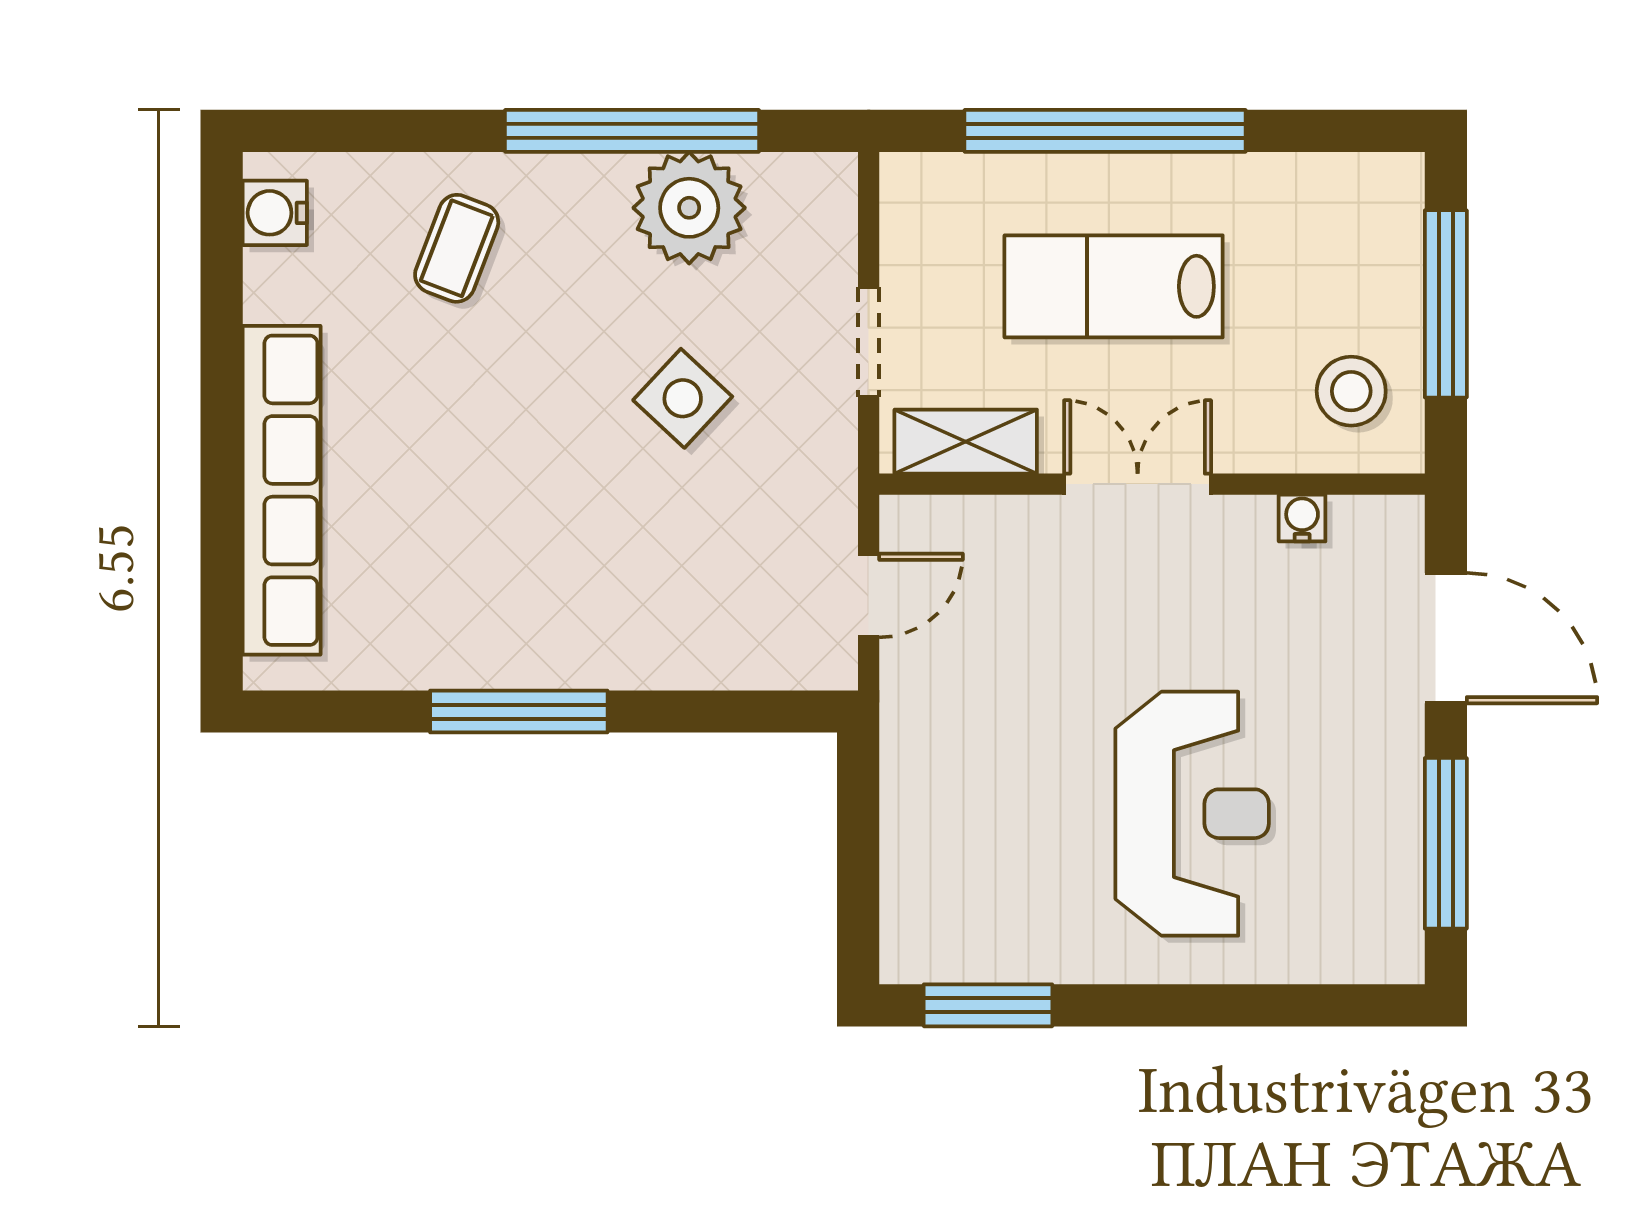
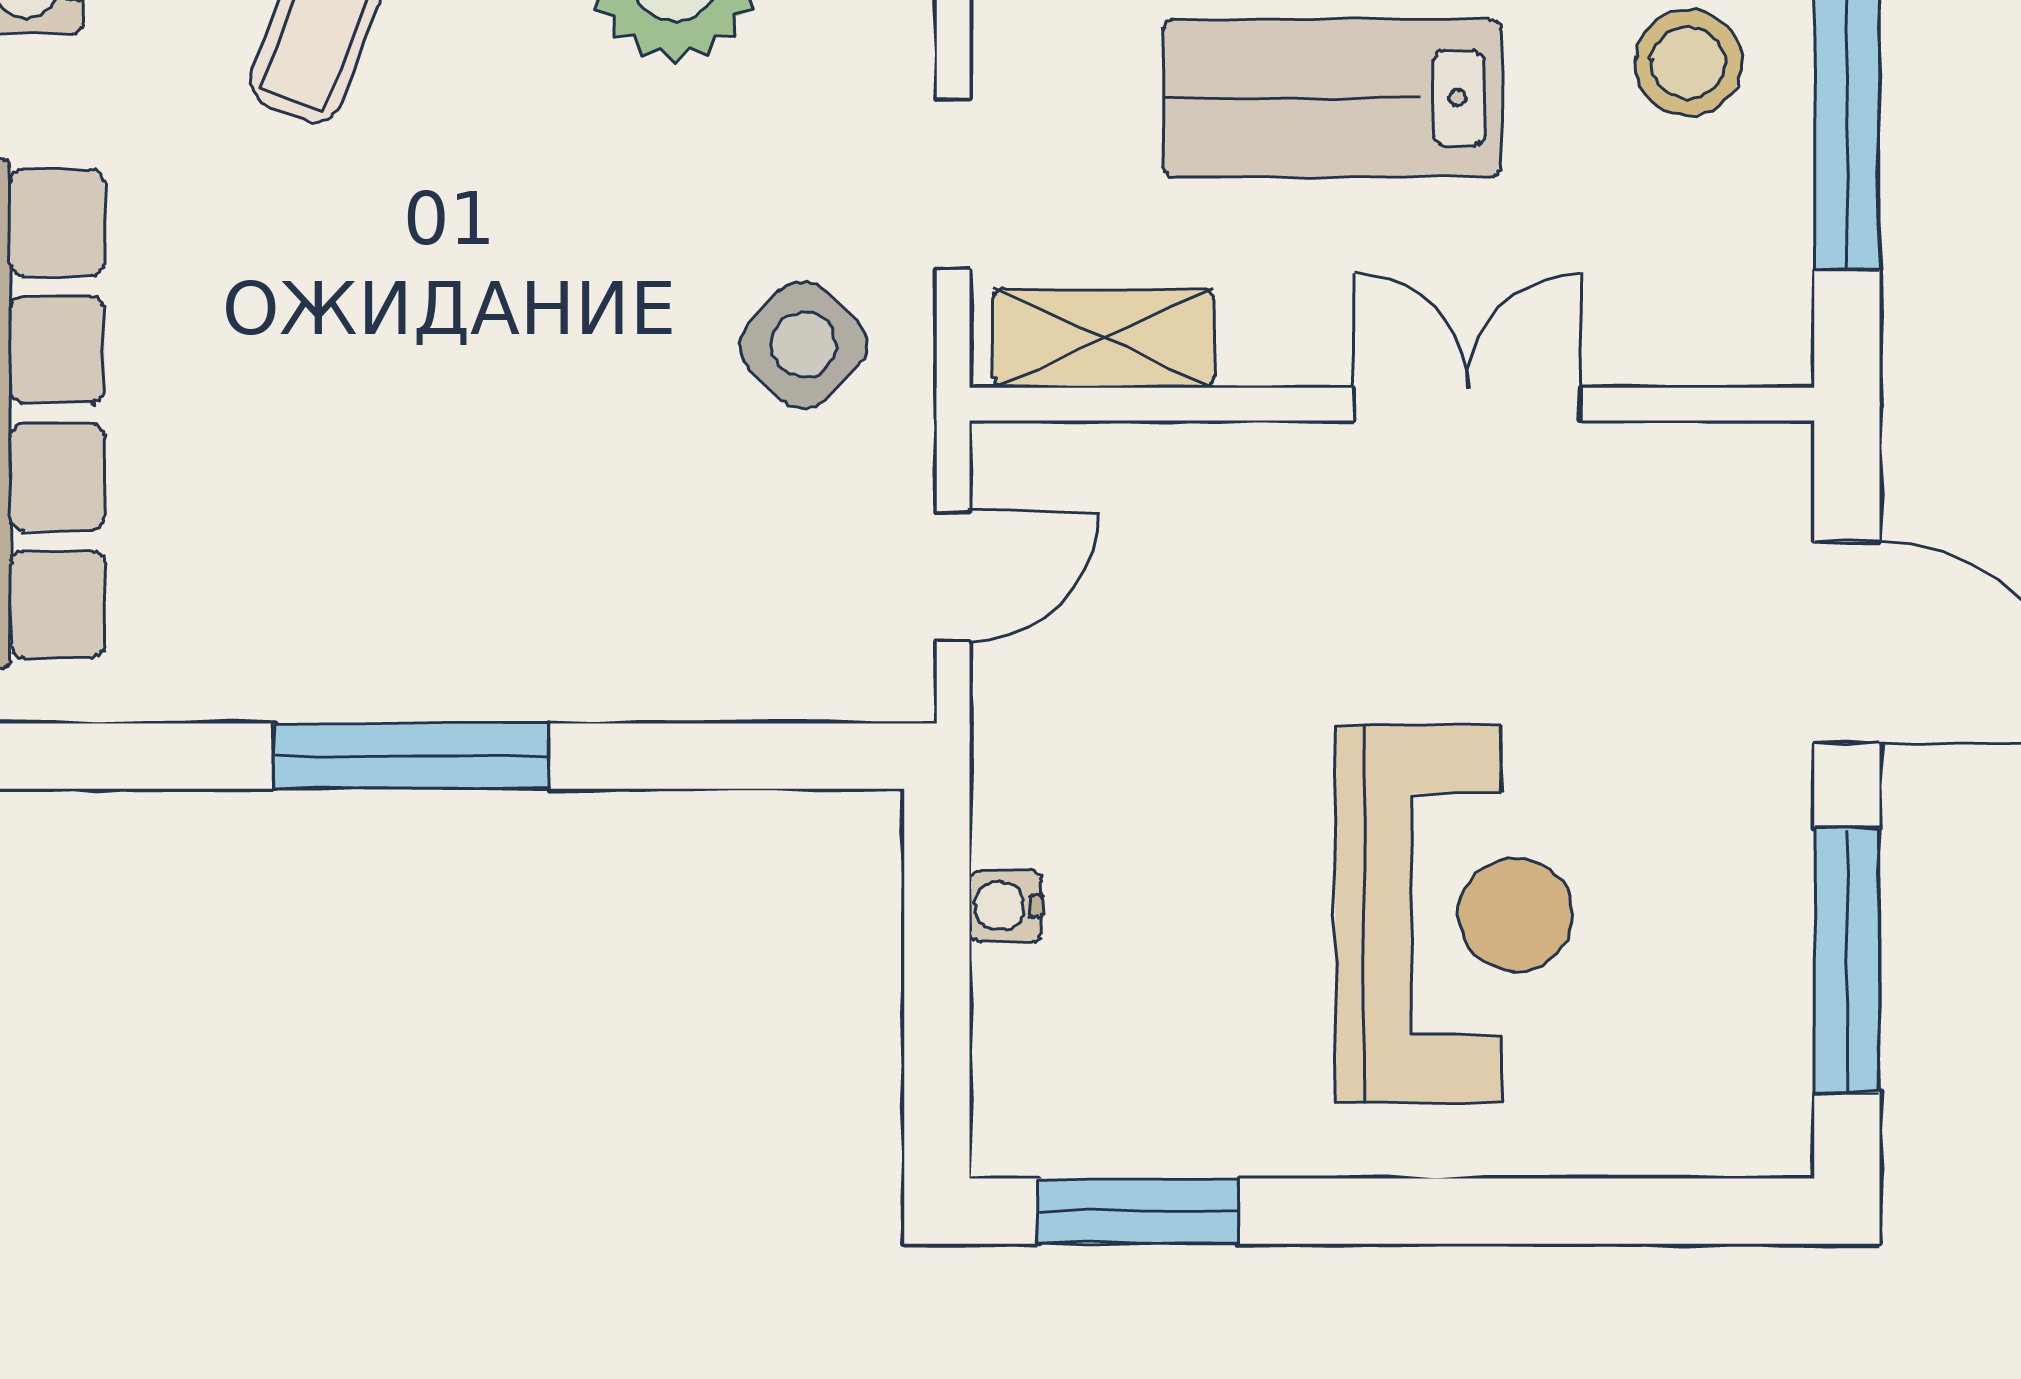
stool: (1351, 391) -> (1688, 63), moved
side table: (683, 398) -> (803, 345), moved
double door: (1138, 484) -> (1467, 404), moved
water cooler: (1302, 518) -> (1006, 906), moved, turned -90

